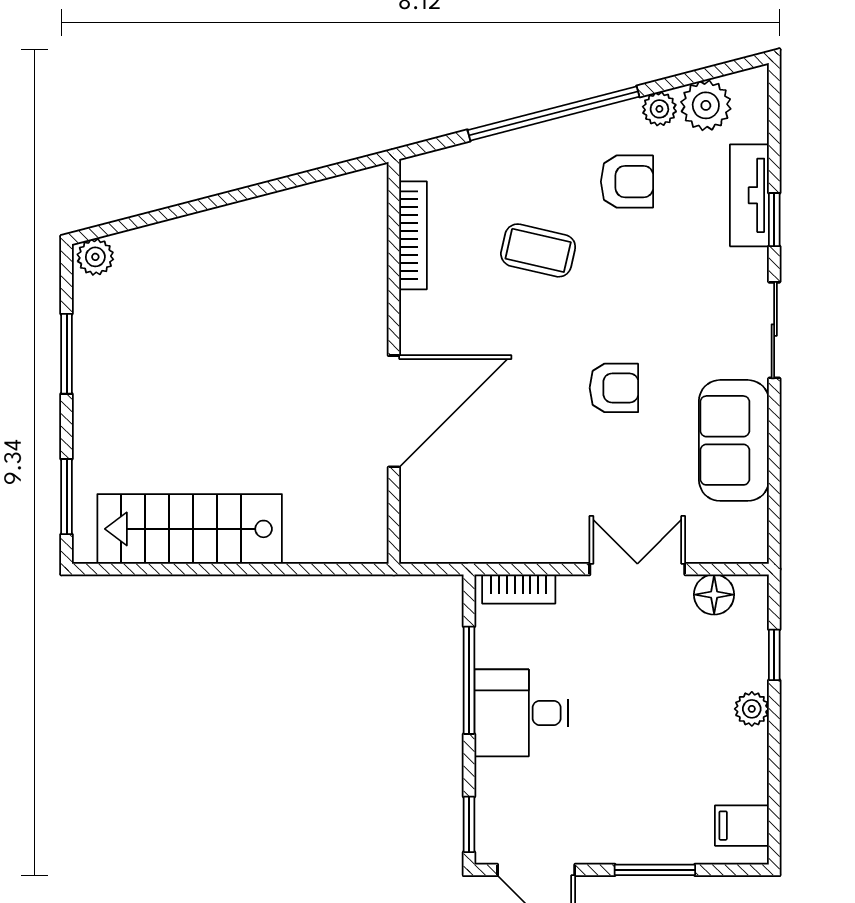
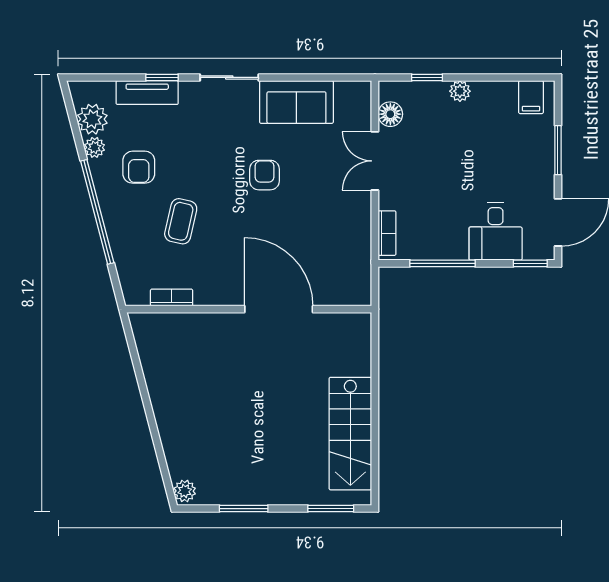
armchair: (627, 182) -> (139, 167), turned 180
bookcase: (413, 235) -> (172, 298), width x0.64
desk: (521, 713) -> (496, 232), moved

